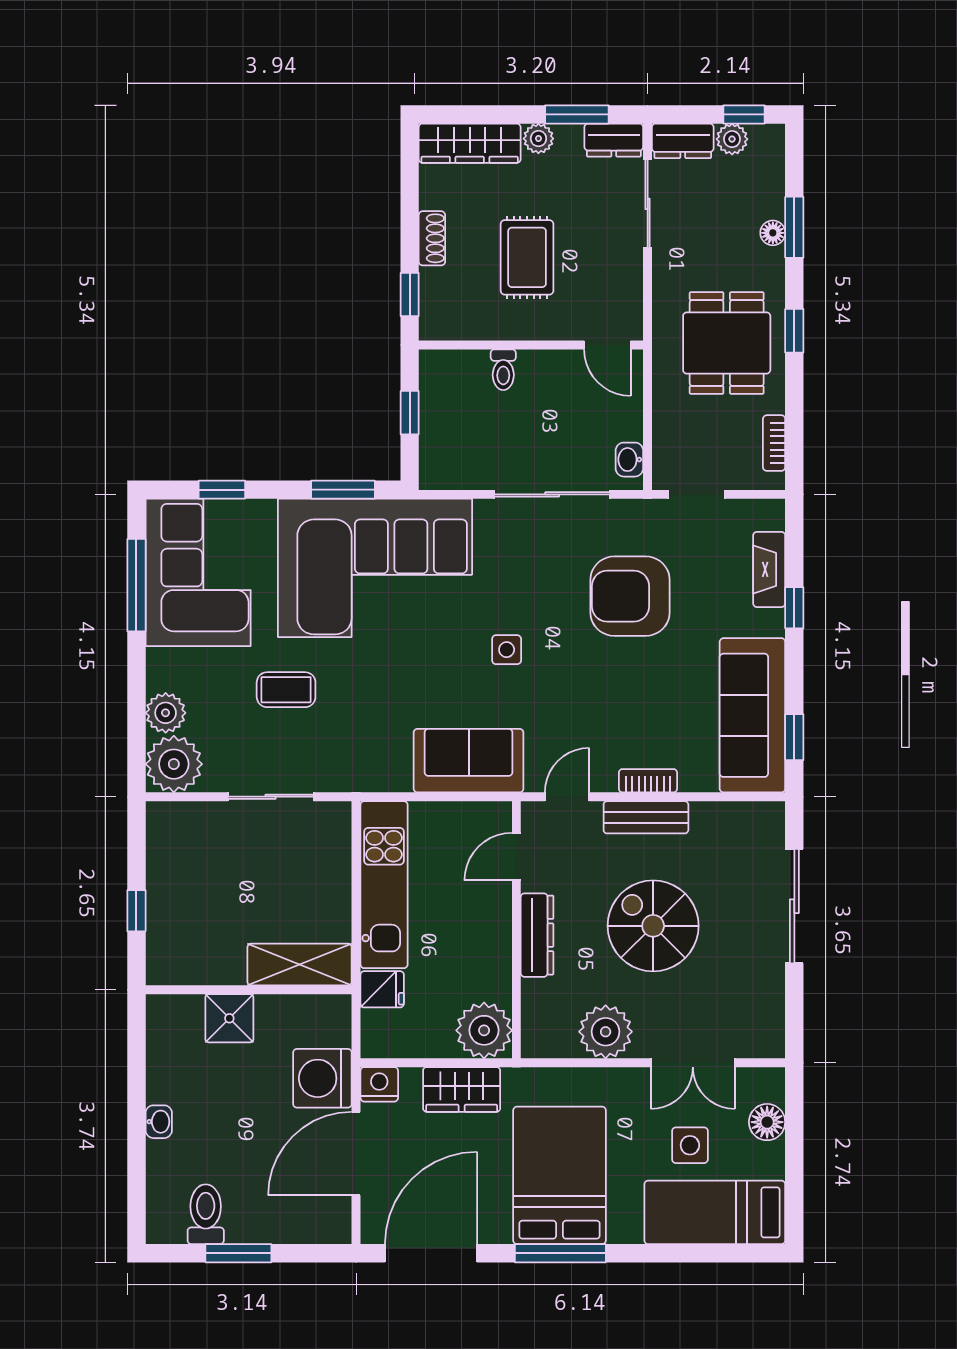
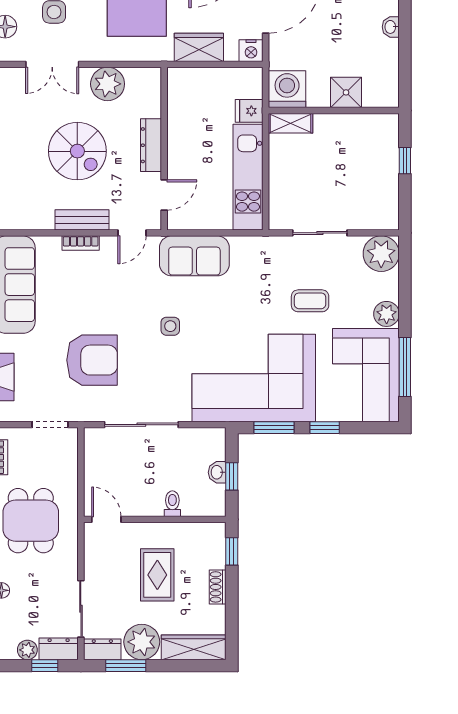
window: (744, 114) -> (45, 666), moved
plant: (538, 139) -> (142, 642), width x1.87, depth x1.87
washbasin: (629, 460) -> (217, 472), moved, turned 180
window: (222, 490) -> (325, 428), moved
plant: (166, 713) -> (387, 314), moved
shelving: (300, 965) -> (291, 123), width x0.67, depth x0.75
plant: (484, 1030) -> (185, 85), removed
double door: (693, 1063) -> (52, 64), swing flipped
washing machine: (322, 1078) -> (287, 89), moved, turned -90

